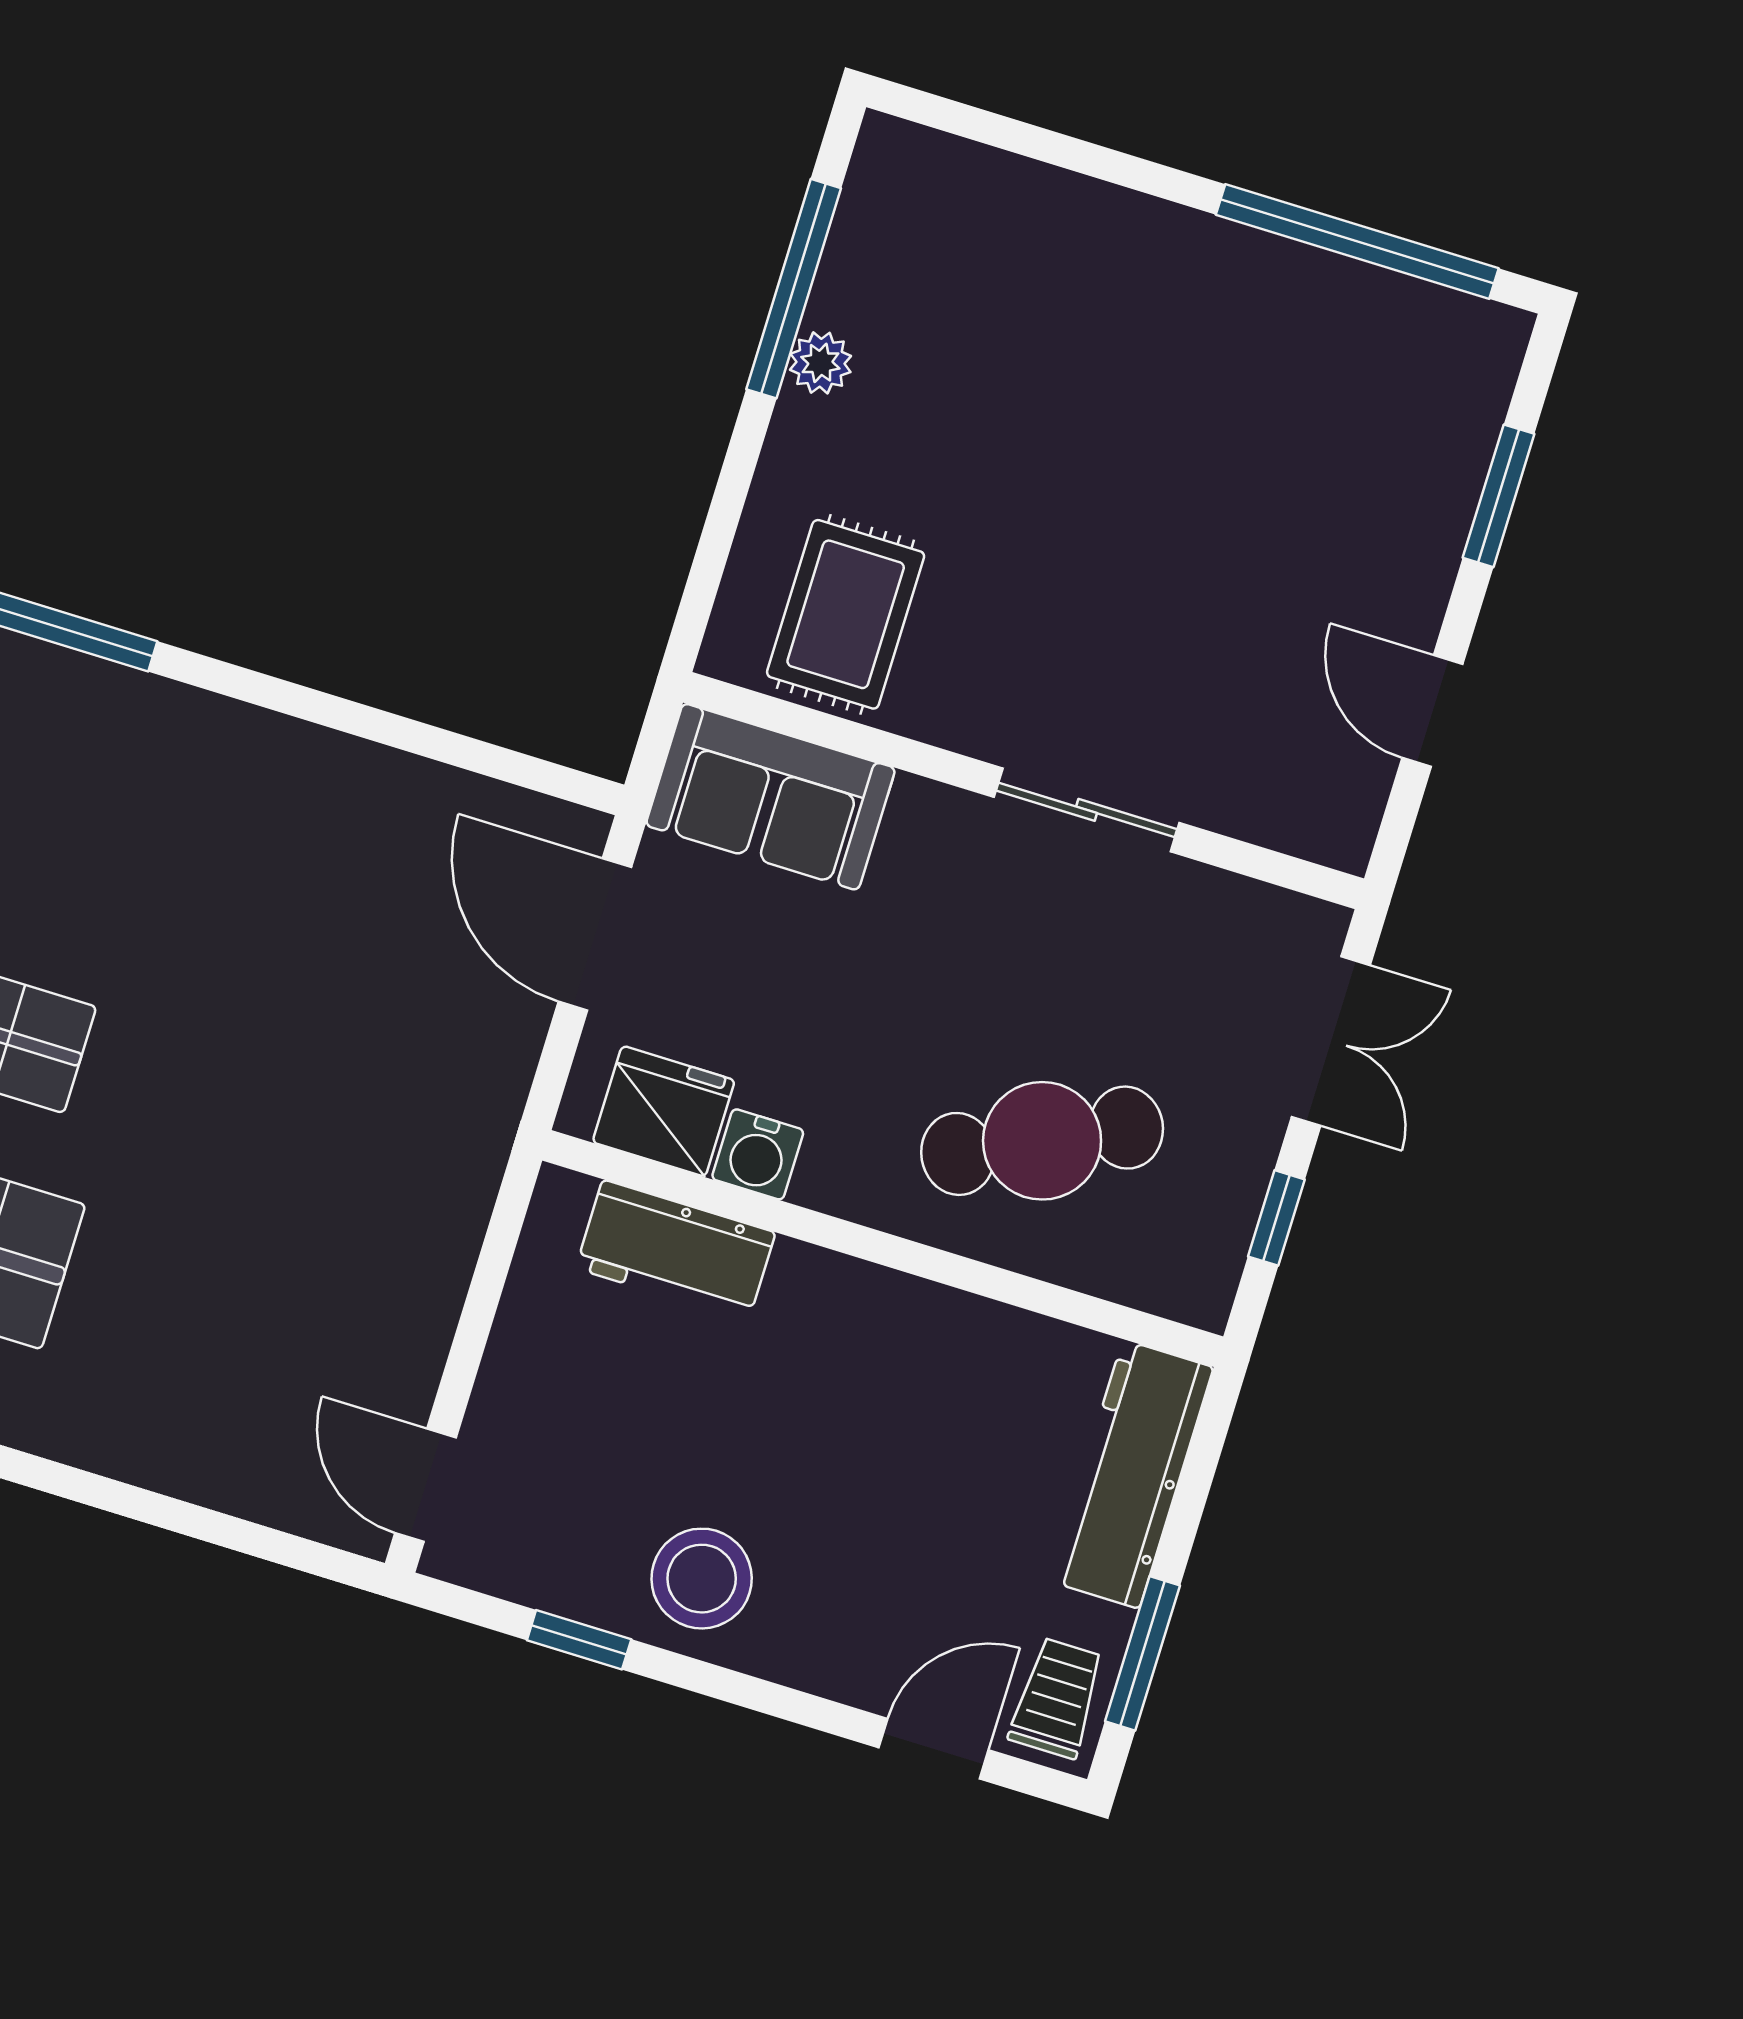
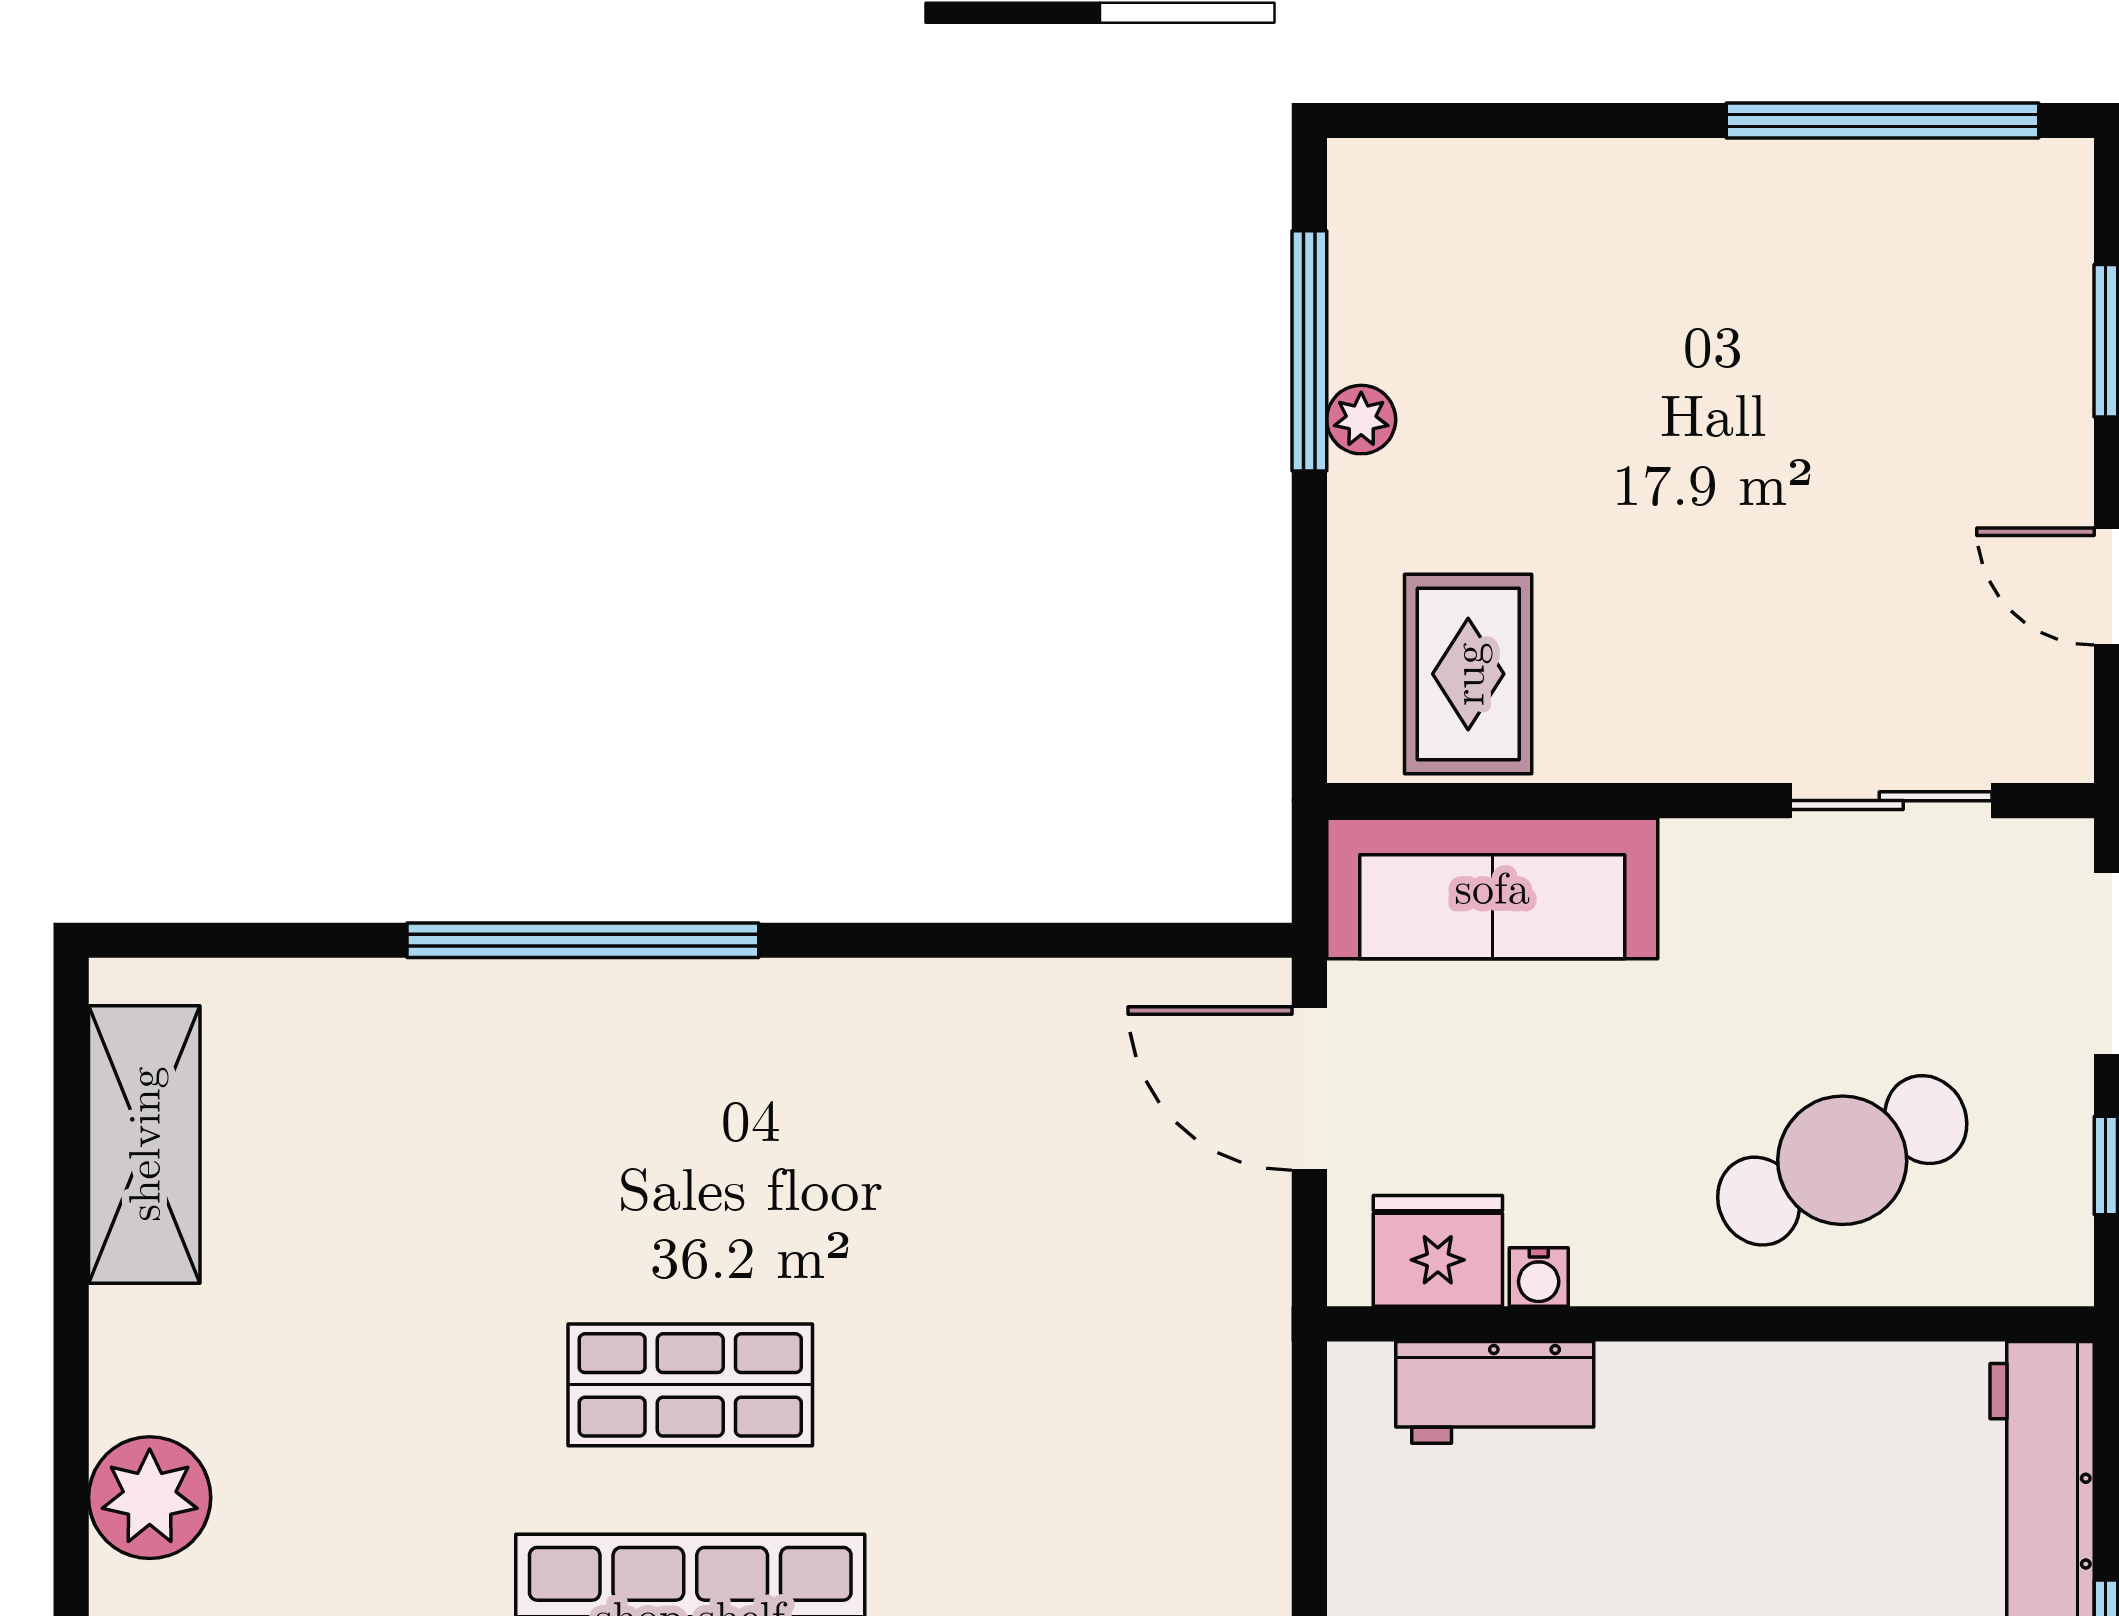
sofa: (771, 797) -> (1492, 888), width x1.36
sliding door: (1087, 810) -> (1891, 801), moved
water cooler: (758, 1154) -> (1539, 1277), width x0.72, depth x0.72

